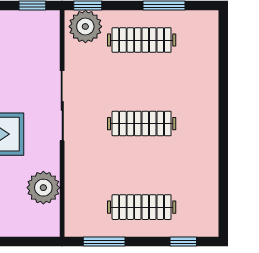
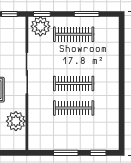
clothes rail: (142, 207) -> (74, 108), moved
window: (104, 242) -> (66, 153), moved

